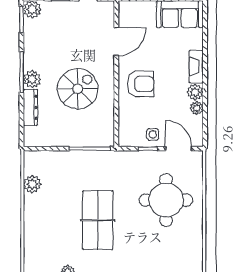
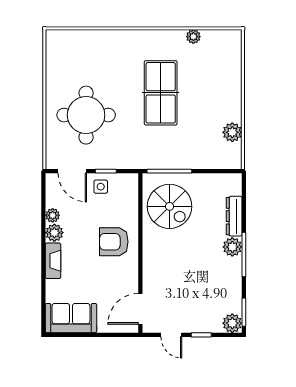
door: (116, 42) -> (140, 309), moved
spiral stairs: (78, 89) -> (170, 206), moved, turned -90

